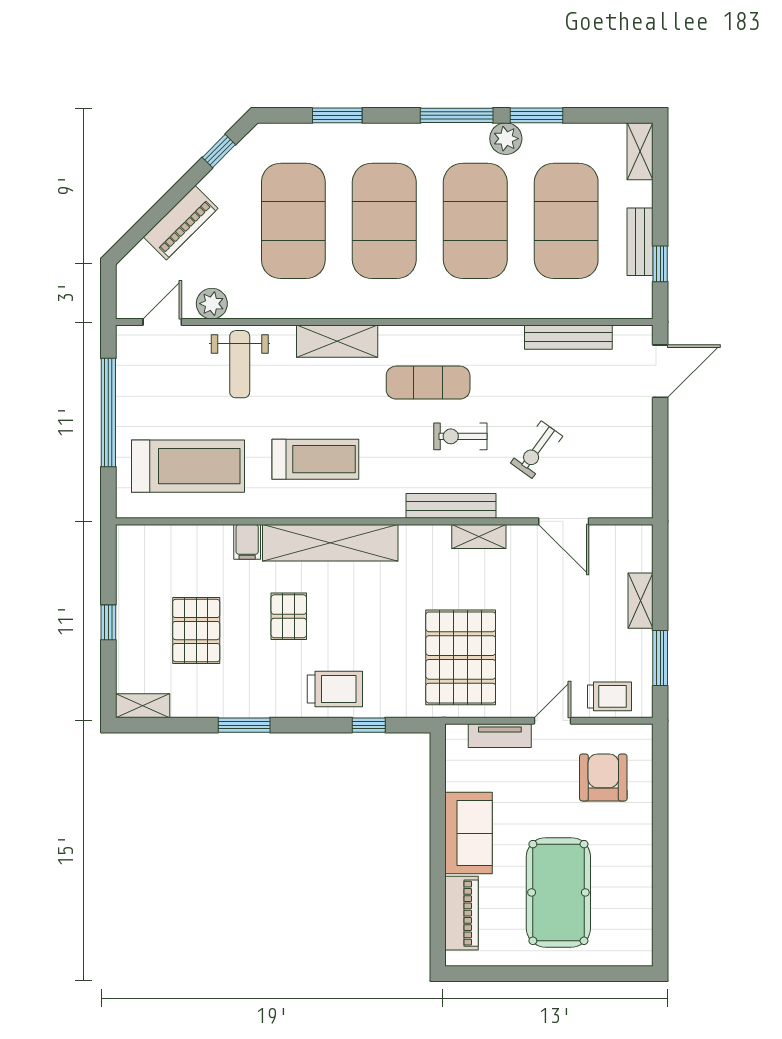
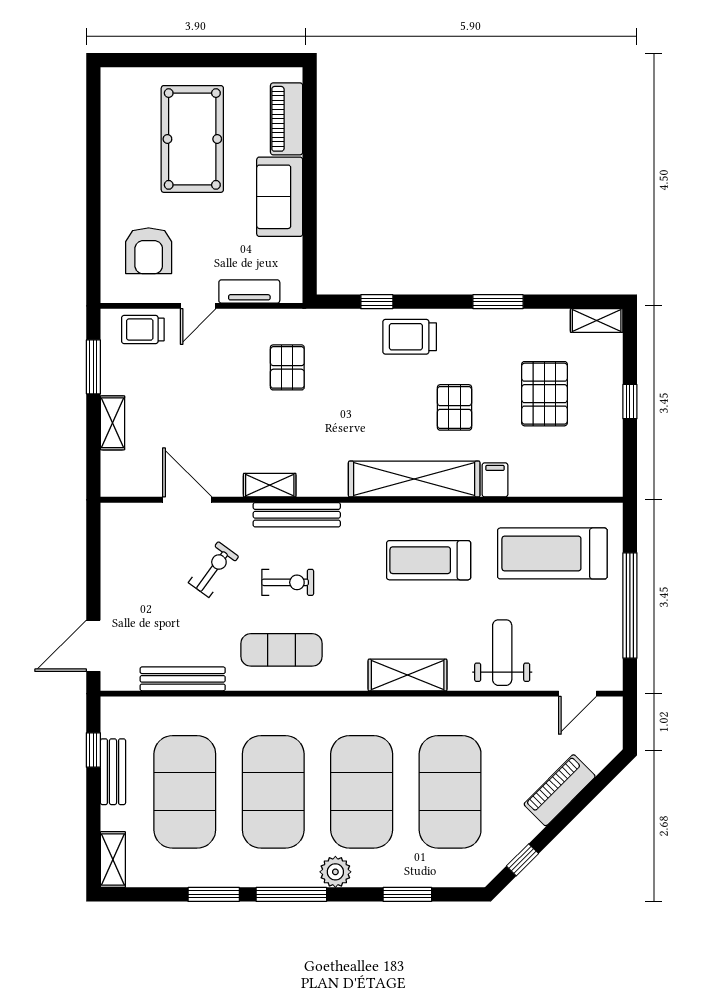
plant: (506, 139) -> (335, 872), moved
plant: (212, 304) -> (529, 711), removed
exercise mat: (428, 383) -> (282, 650), moved
pallet: (461, 657) -> (287, 367), width x0.49, depth x0.50

